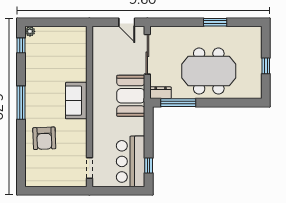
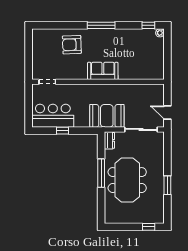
door: (127, 22) -> (167, 113), hinge flipped
window: (266, 66) -> (149, 227), moved
window: (178, 103) -> (101, 173), moved
window: (149, 165) -> (63, 131), moved

